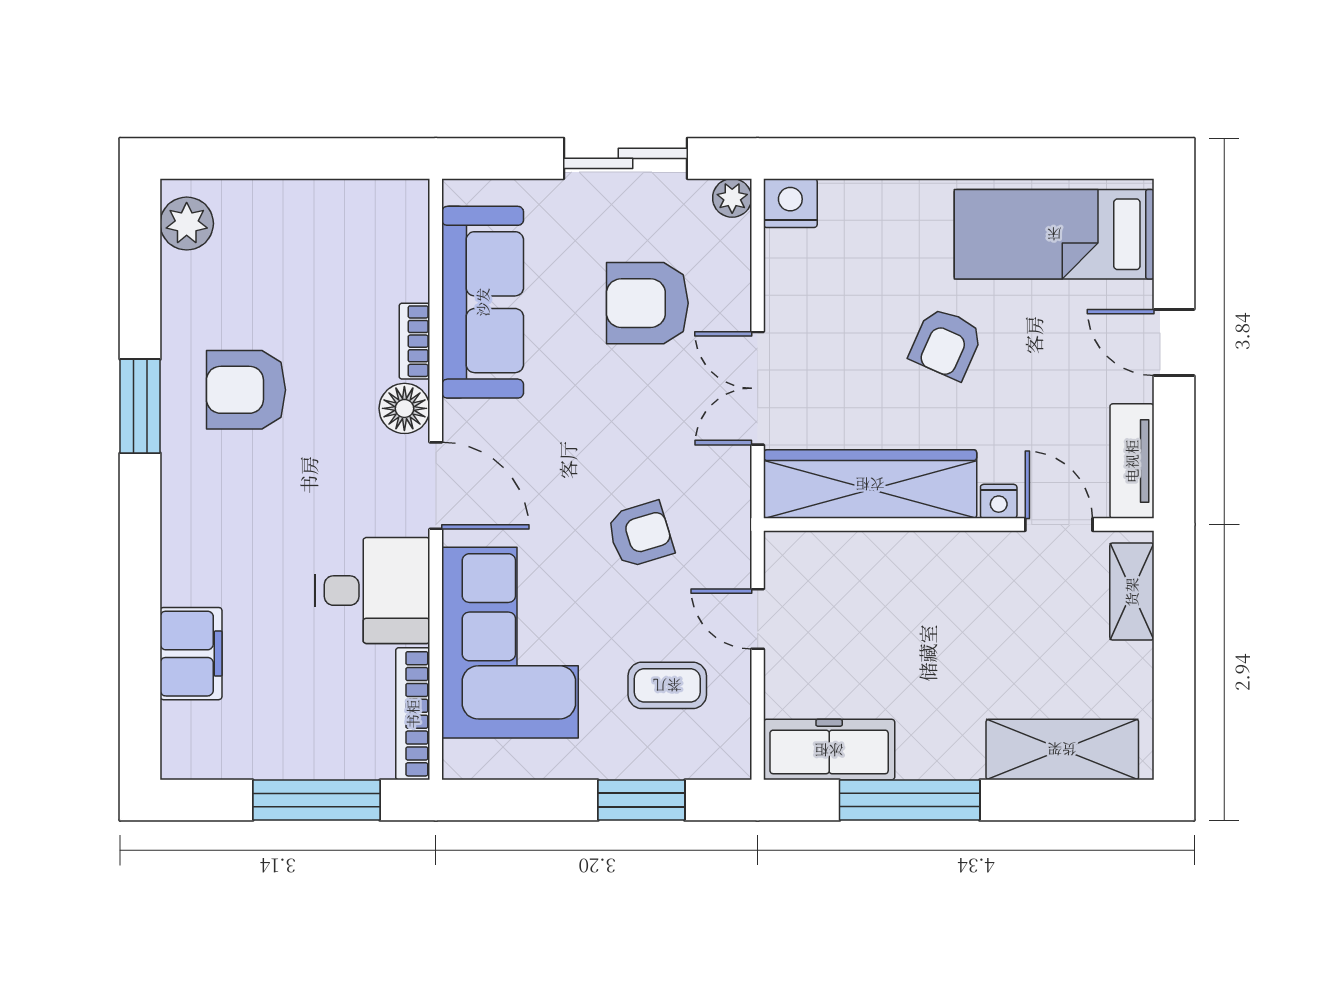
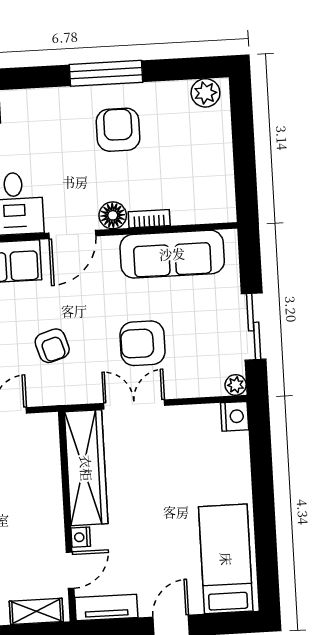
armchair: (647, 303) -> (142, 343), moved, turned -90
armchair: (946, 344) -> (164, 504), removed
window: (140, 406) -> (106, 73), width x1.44

